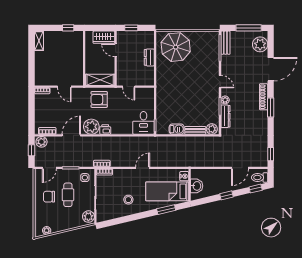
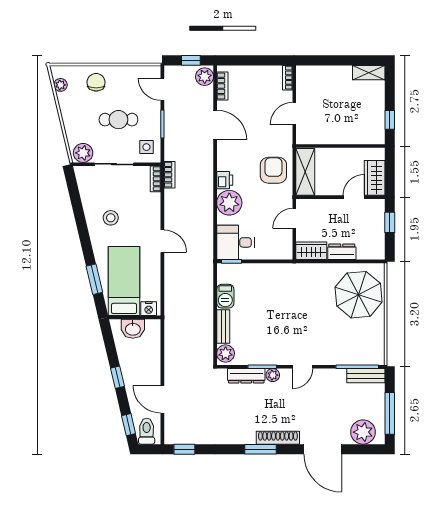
wardrobe: (149, 76) -> (311, 251), added
plant: (91, 127) -> (229, 203), moved
chair: (49, 197) -> (96, 82), moved

